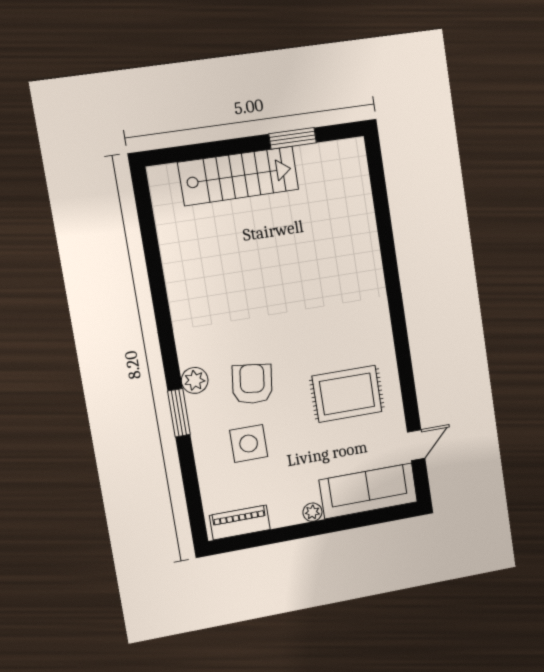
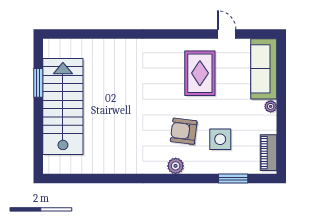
stairs: (238, 176) -> (63, 107), width x1.36, depth x1.51
window: (179, 413) -> (233, 179), moved
door: (416, 445) -> (227, 34), moved

